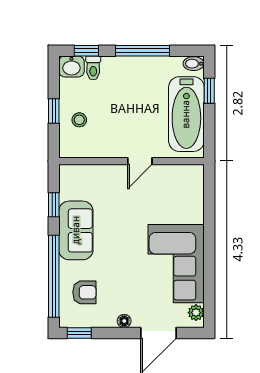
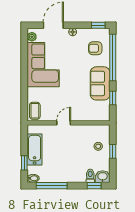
window: (143, 51) -> (52, 186), moved
bathtub: (186, 114) -> (35, 150), width x0.73, depth x0.73
coffee table: (191, 182) -> (35, 111), added

